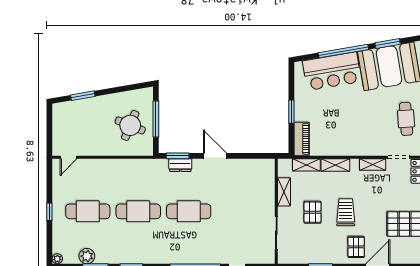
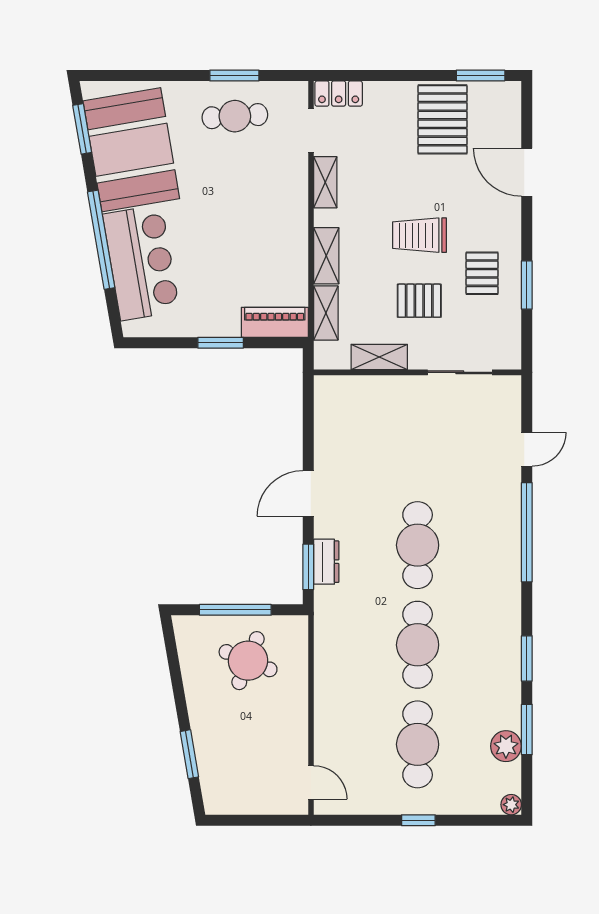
window: (388, 43) -> (82, 129), moved
pallet: (356, 247) -> (482, 273), moved, turned 90

